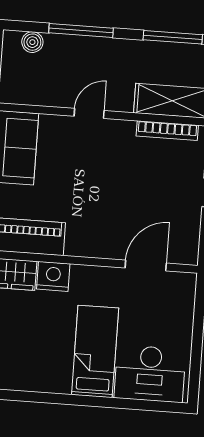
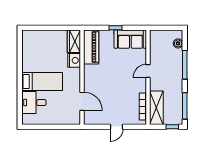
door: (89, 113) -> (148, 71), swing flipped
desk: (150, 374) -> (34, 103), width x0.73

